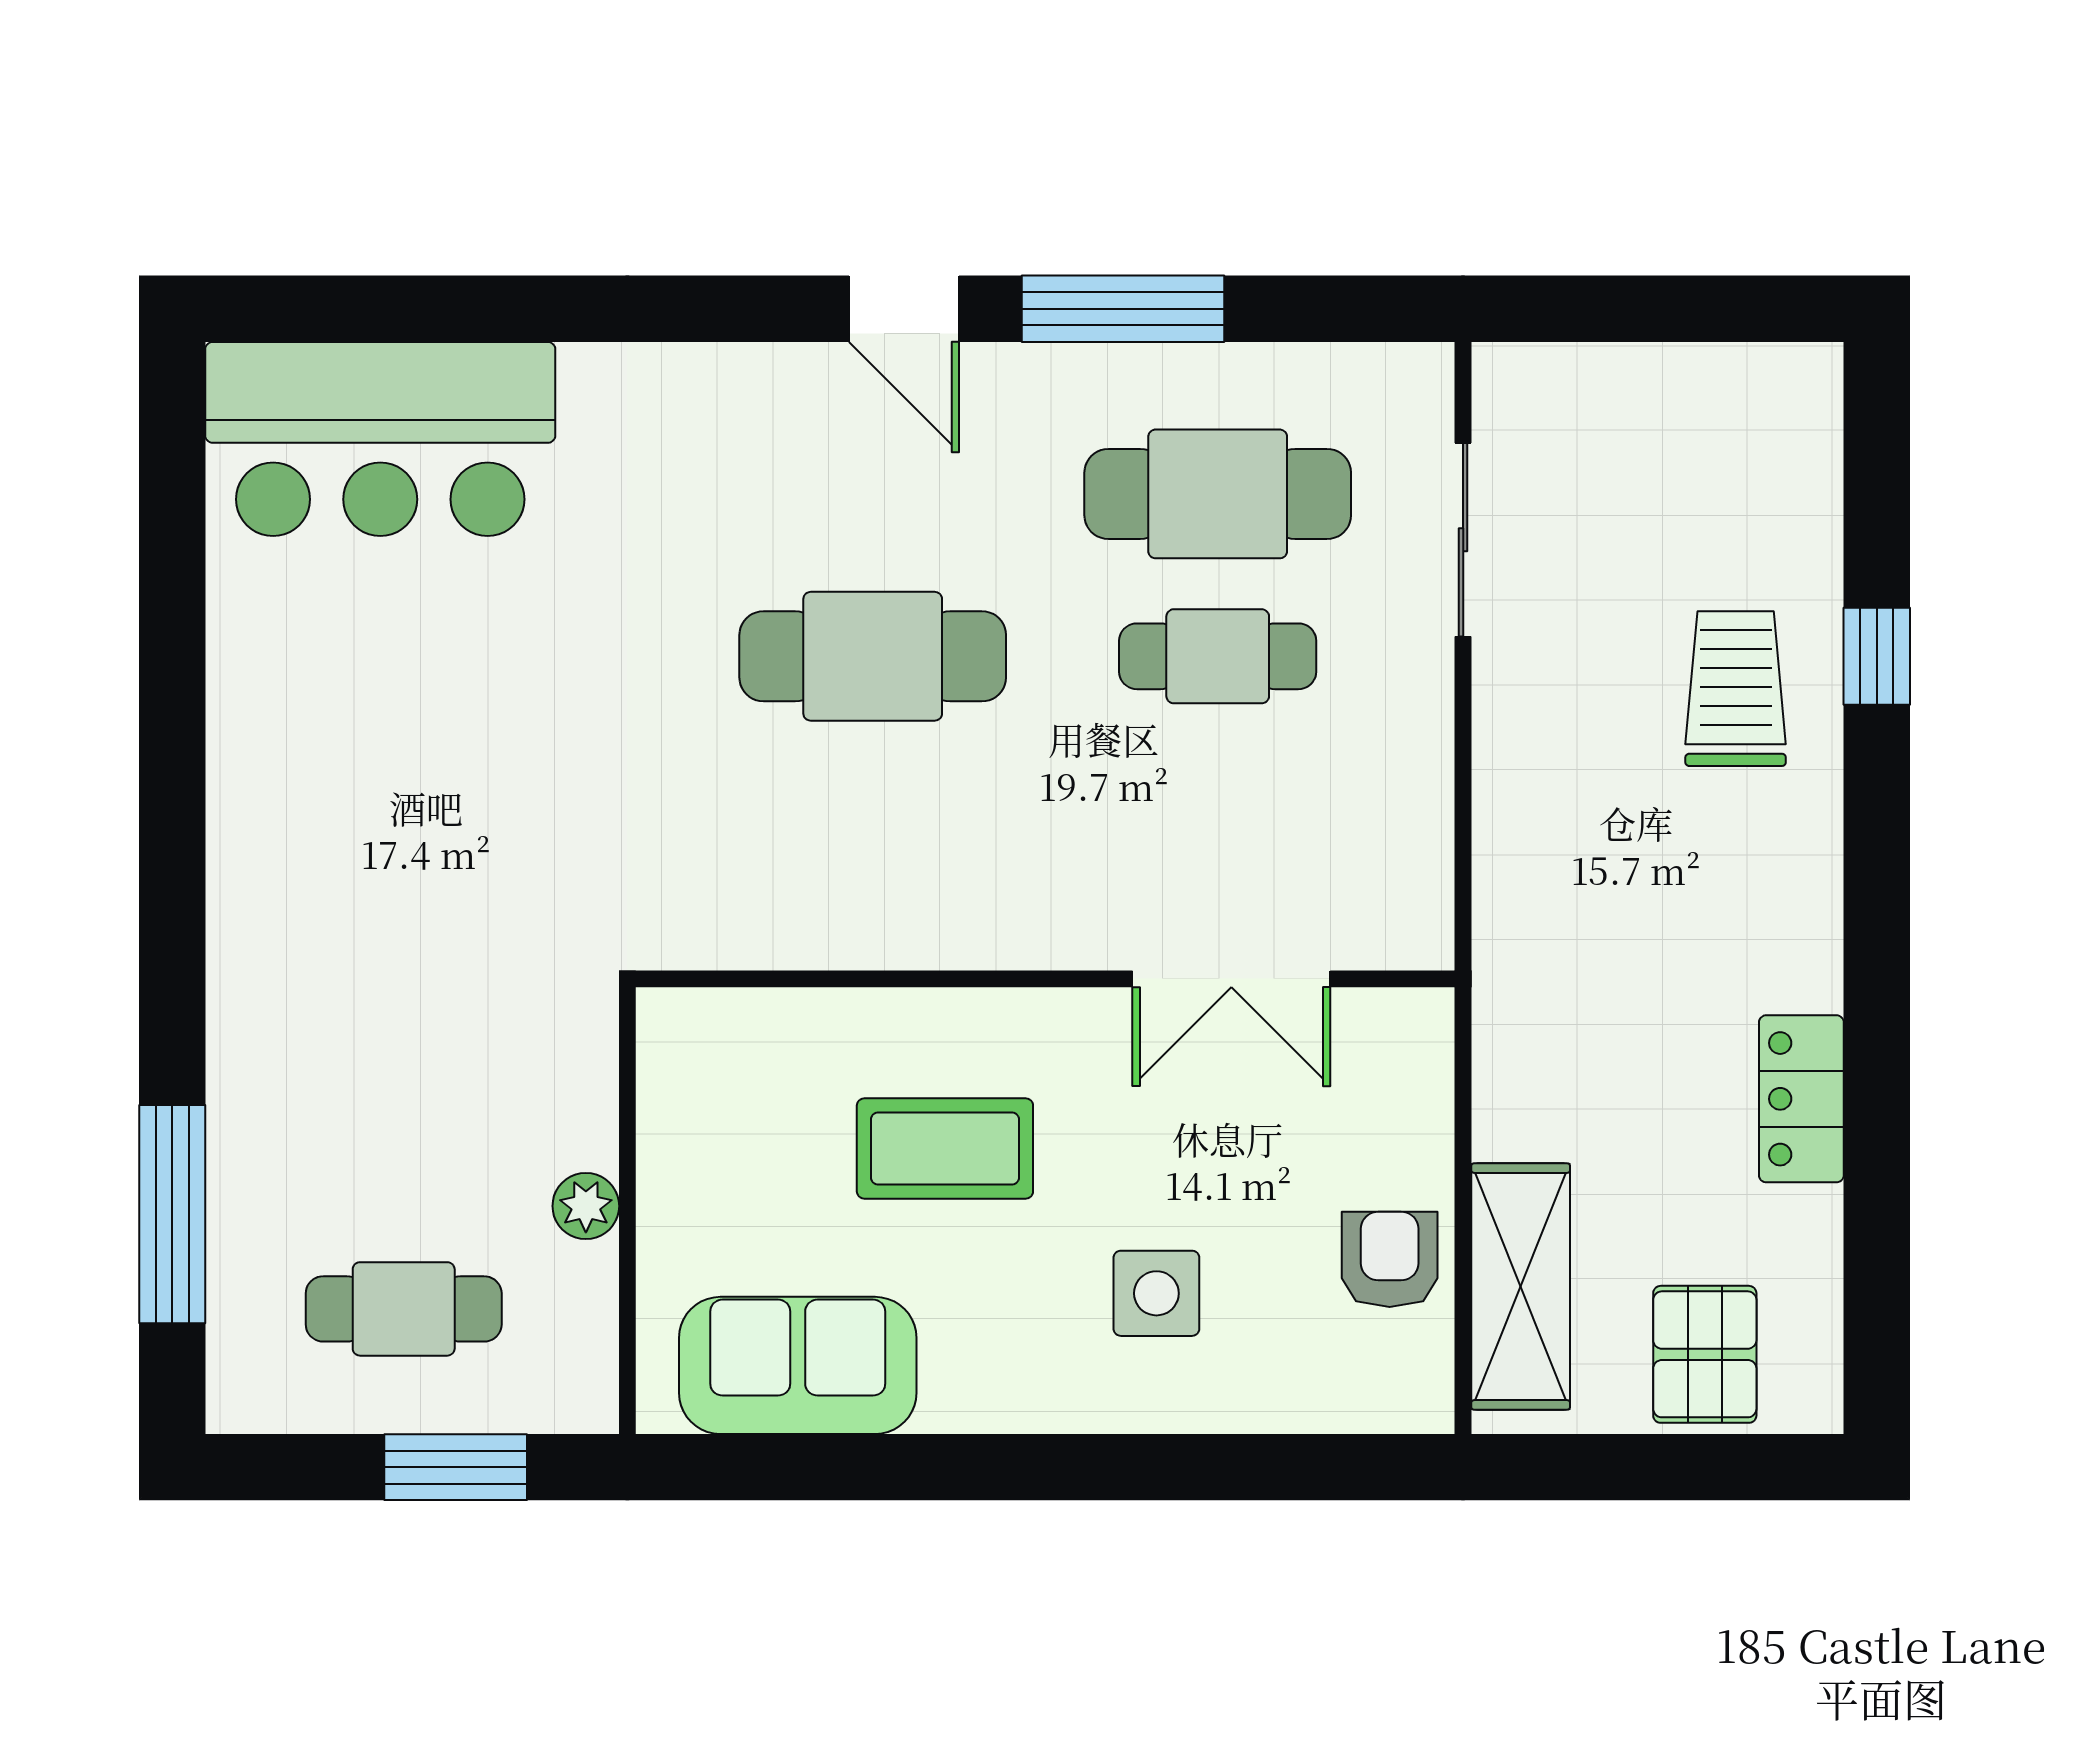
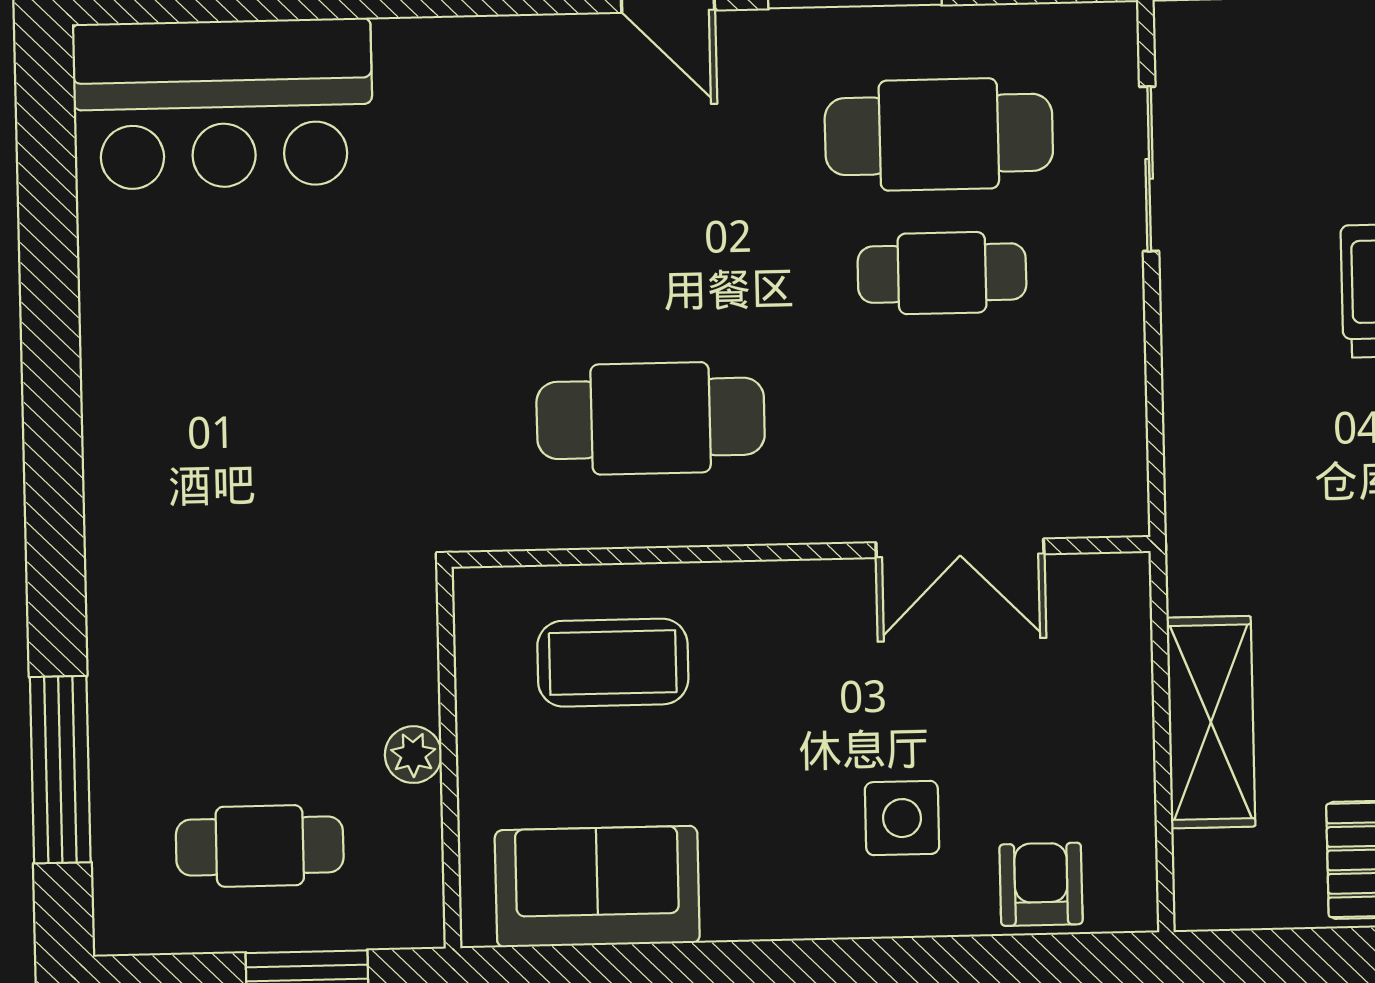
cafe table: (873, 656) -> (651, 418), moved
coffee table: (945, 1148) -> (613, 663), moved
armchair: (1390, 1259) -> (1041, 884), moved
shelving: (1521, 1287) -> (1211, 722), moved

